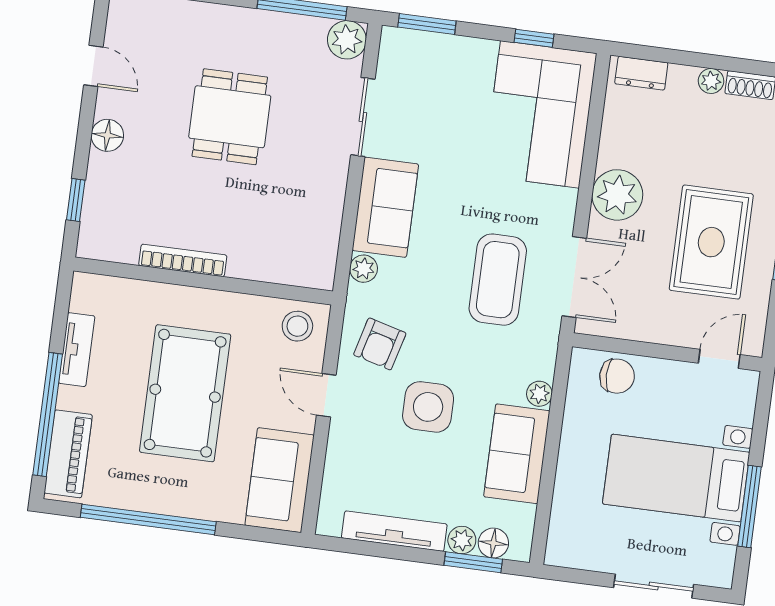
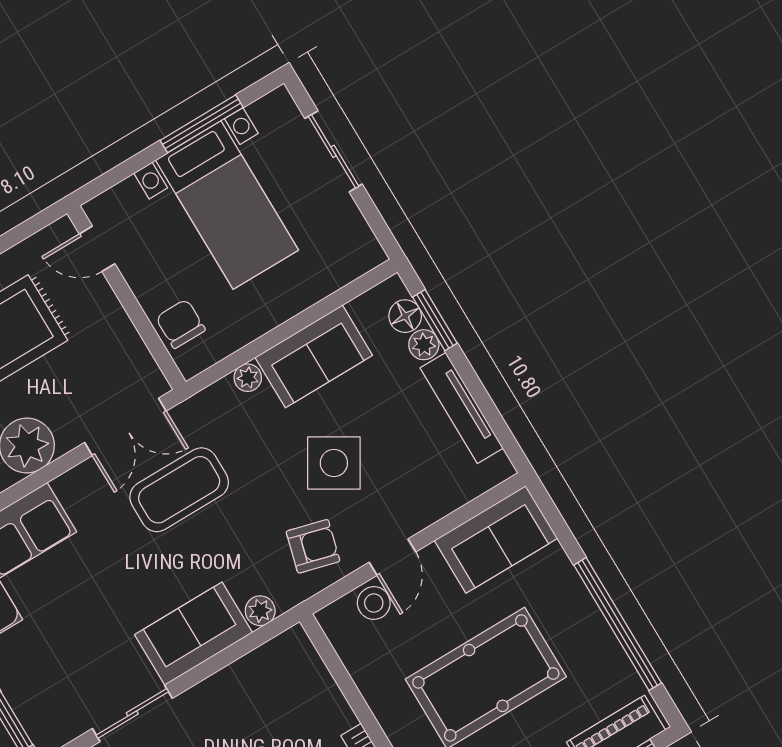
double door: (574, 277) -> (125, 427), swing flipped
stool: (297, 326) -> (374, 603), moved
side table: (428, 407) -> (334, 463), turned 31

